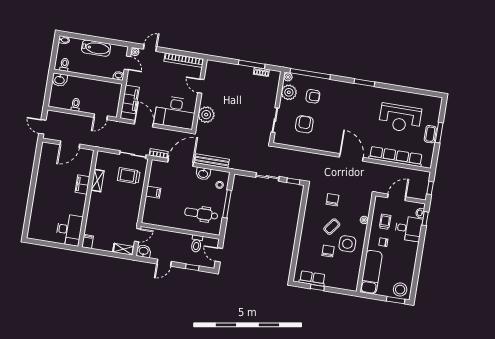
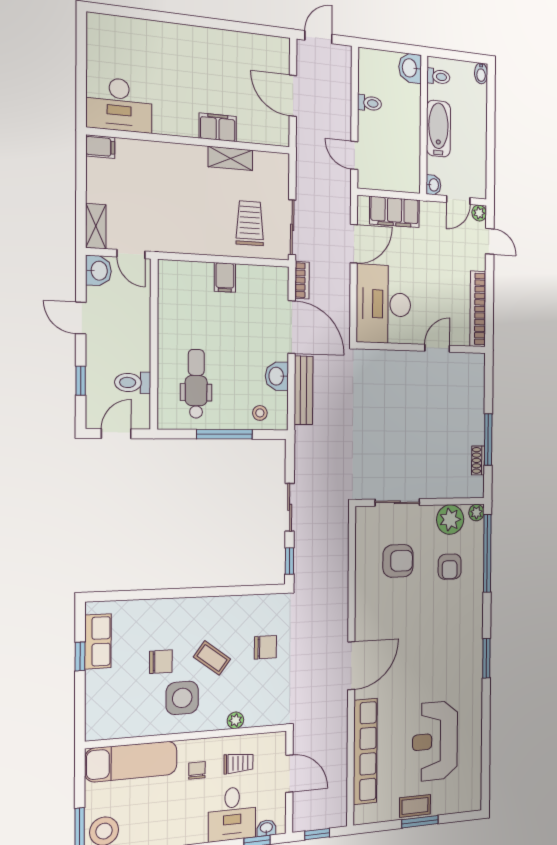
bathtub: (96, 48) -> (438, 129), moved, turned 180
plant: (206, 115) -> (388, 366), removed

